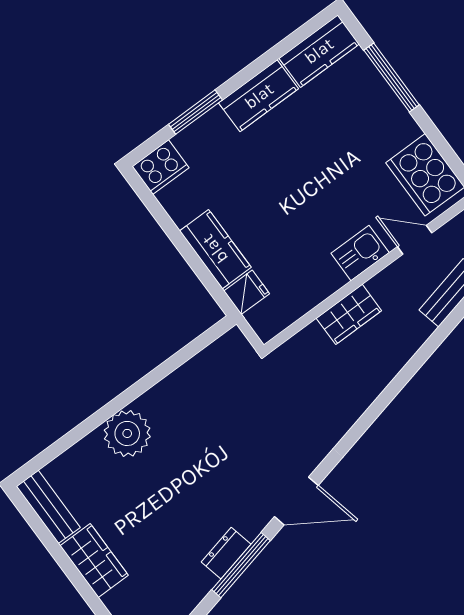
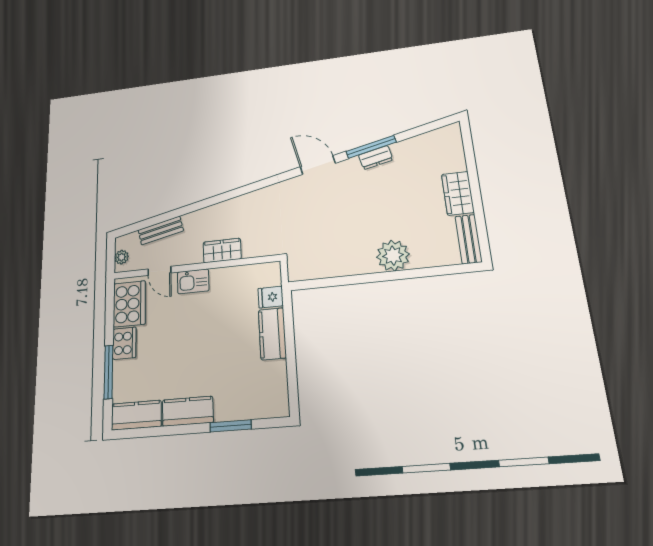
cooker: (161, 167) -> (124, 343), moved, turned 90

